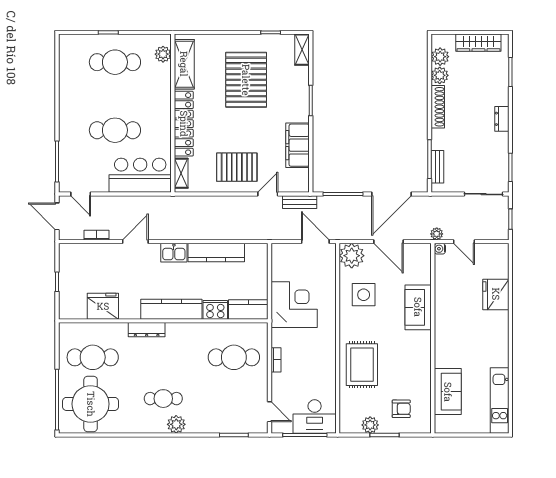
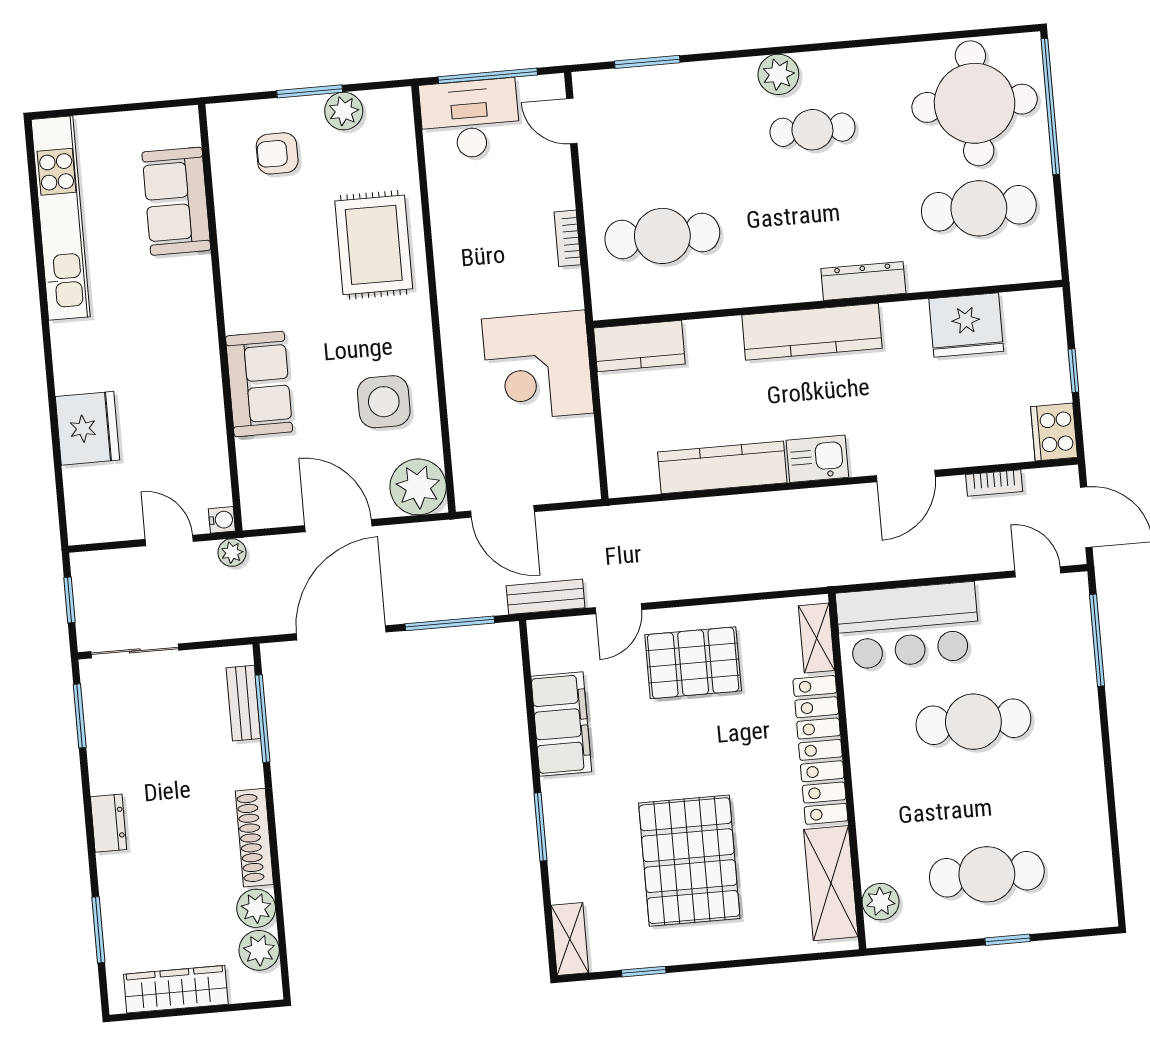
cooker: (215, 310) -> (1054, 432), moved, turned 90
kitchen unit: (500, 401) -> (61, 218), width x1.36

